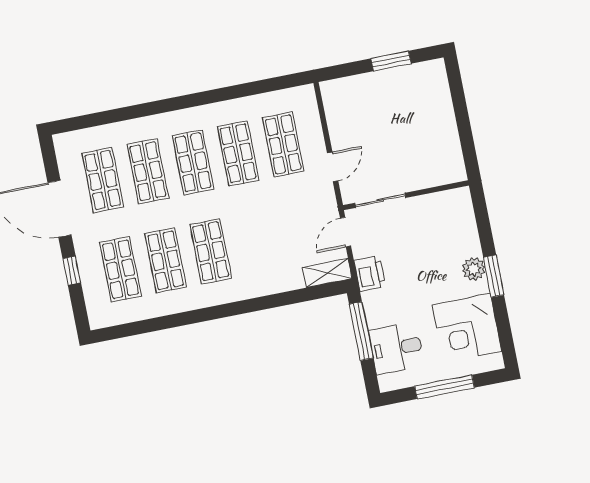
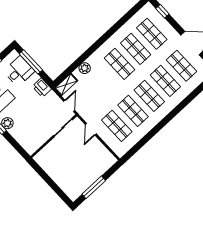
window: (391, 61) -> (94, 187), width x1.44
window: (72, 271) -> (162, 11), moved
printer: (370, 273) -> (42, 88), moved
plant: (277, 282) -> (85, 68), added
window: (361, 331) -> (31, 62), moved

